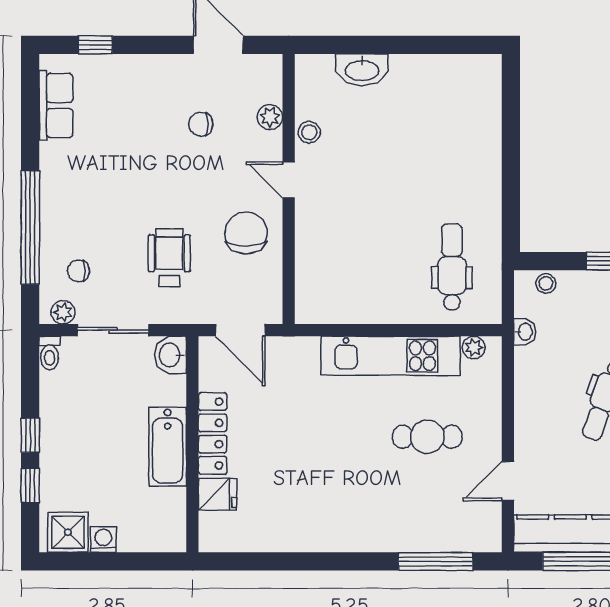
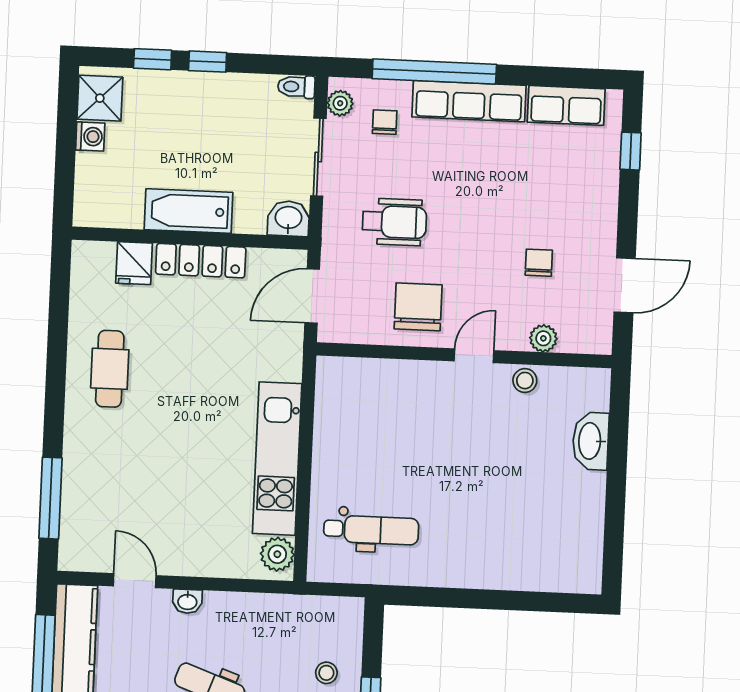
row of seats: (56, 195) -> (469, 101), added
chair: (246, 233) -> (418, 307), turned -89
stool: (546, 283) -> (326, 673), moved
washbasin: (525, 332) -> (187, 601), moved
plant: (474, 347) -> (277, 554), width x1.38, depth x1.38
cafe table: (427, 437) -> (110, 369), moved

